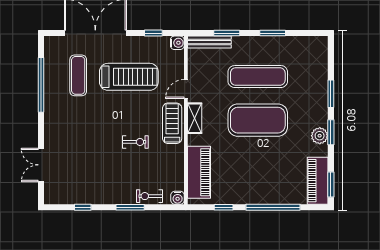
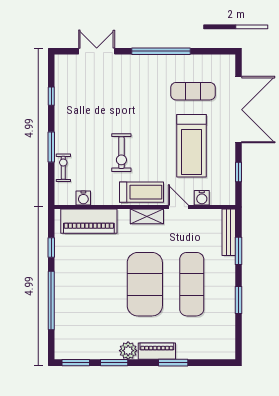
water cooler: (177, 43) -> (202, 198), moved
window: (41, 85) -> (161, 51), moved
window: (331, 132) -> (114, 363), moved
exercise bike: (135, 142) -> (121, 153), width x1.38, depth x1.39
piano: (318, 181) -> (157, 351), moved, width x0.73, depth x0.75
water cooler: (178, 198) -> (83, 198), moved, turned -90

